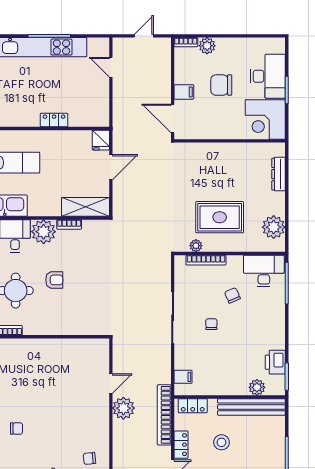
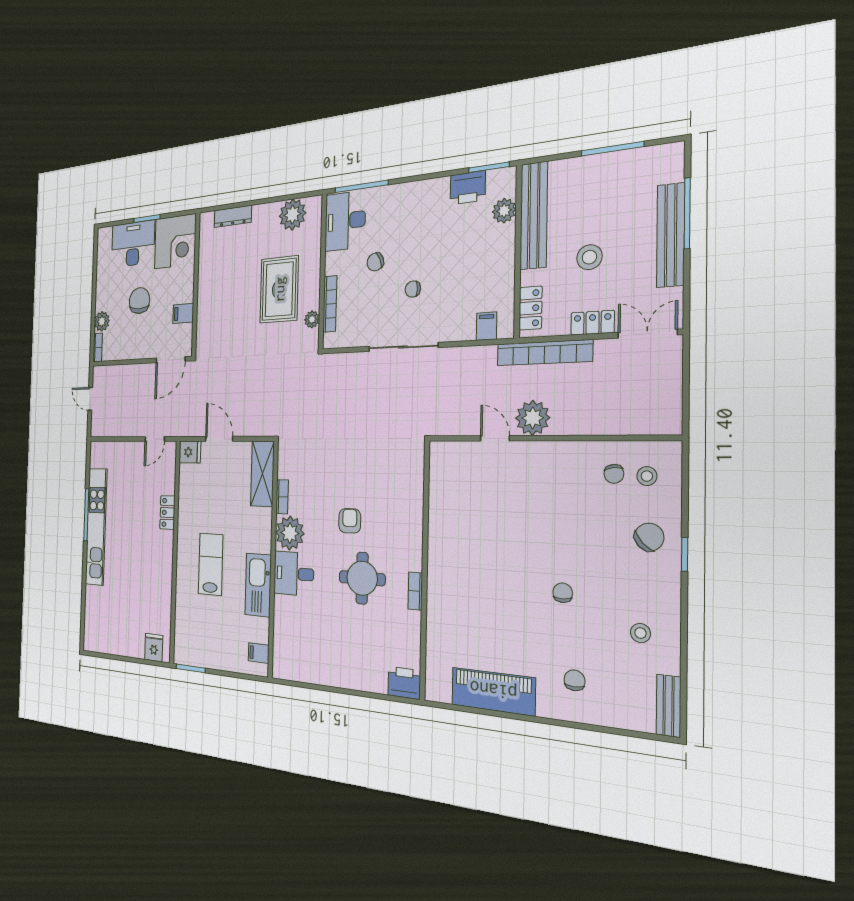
door: (111, 67) -> (155, 439), moved
chair: (221, 85) -> (139, 301), turned 180
filing cabinet: (184, 92) -> (183, 313), moved, turned -90

